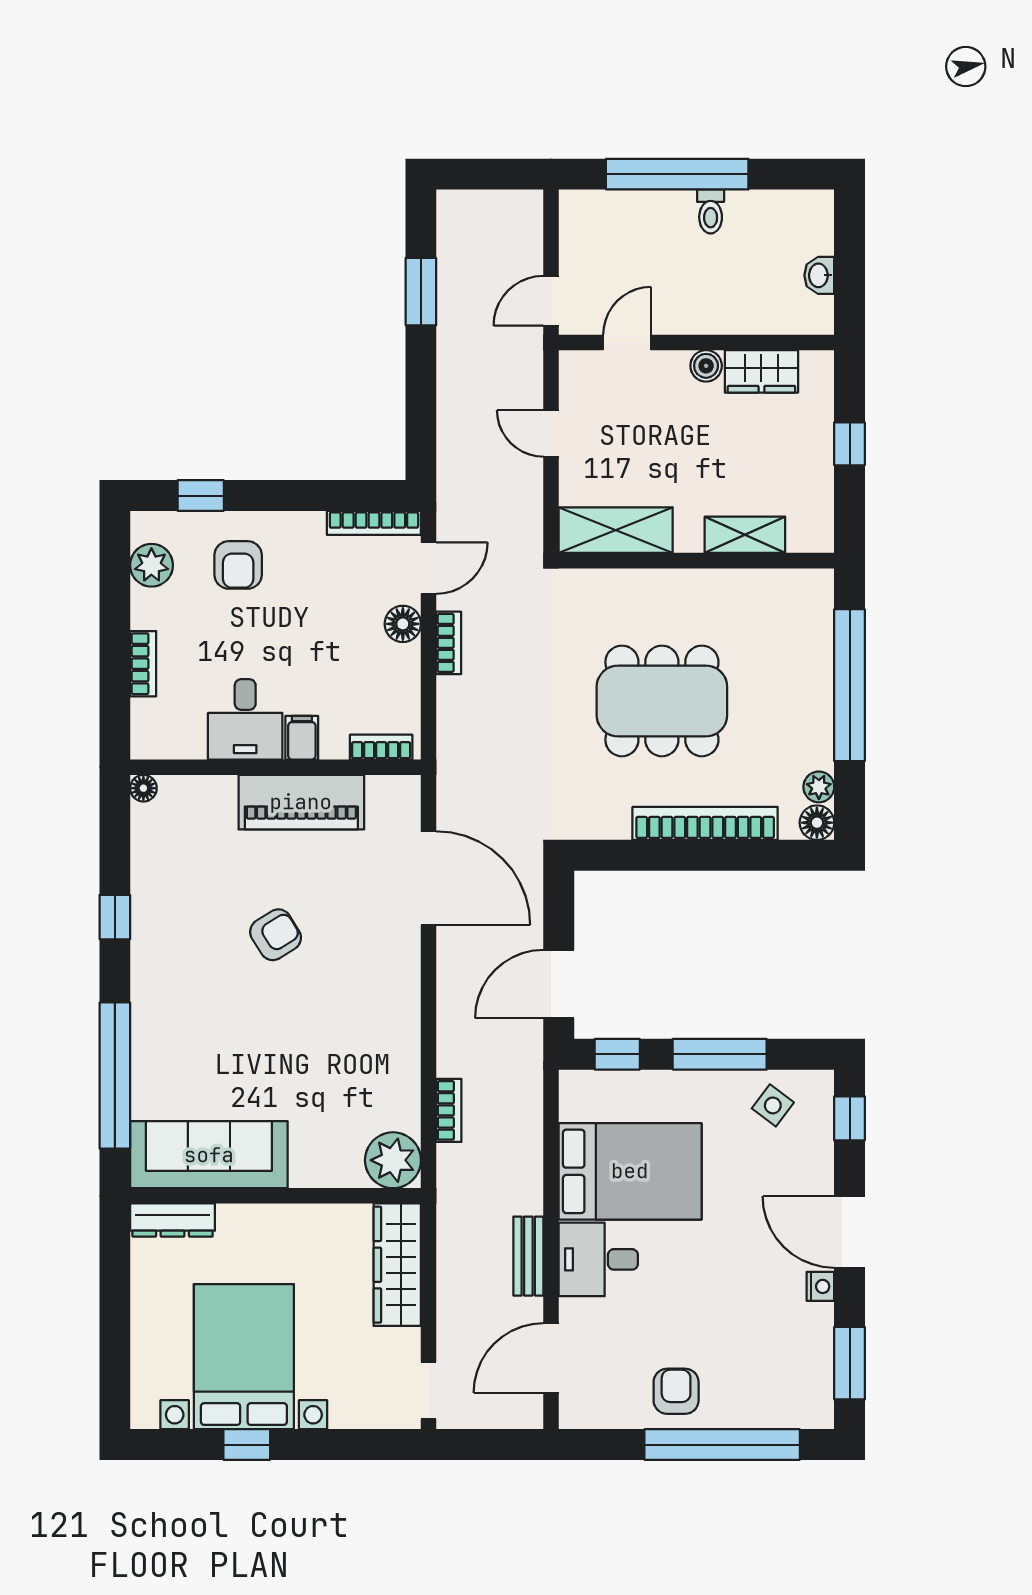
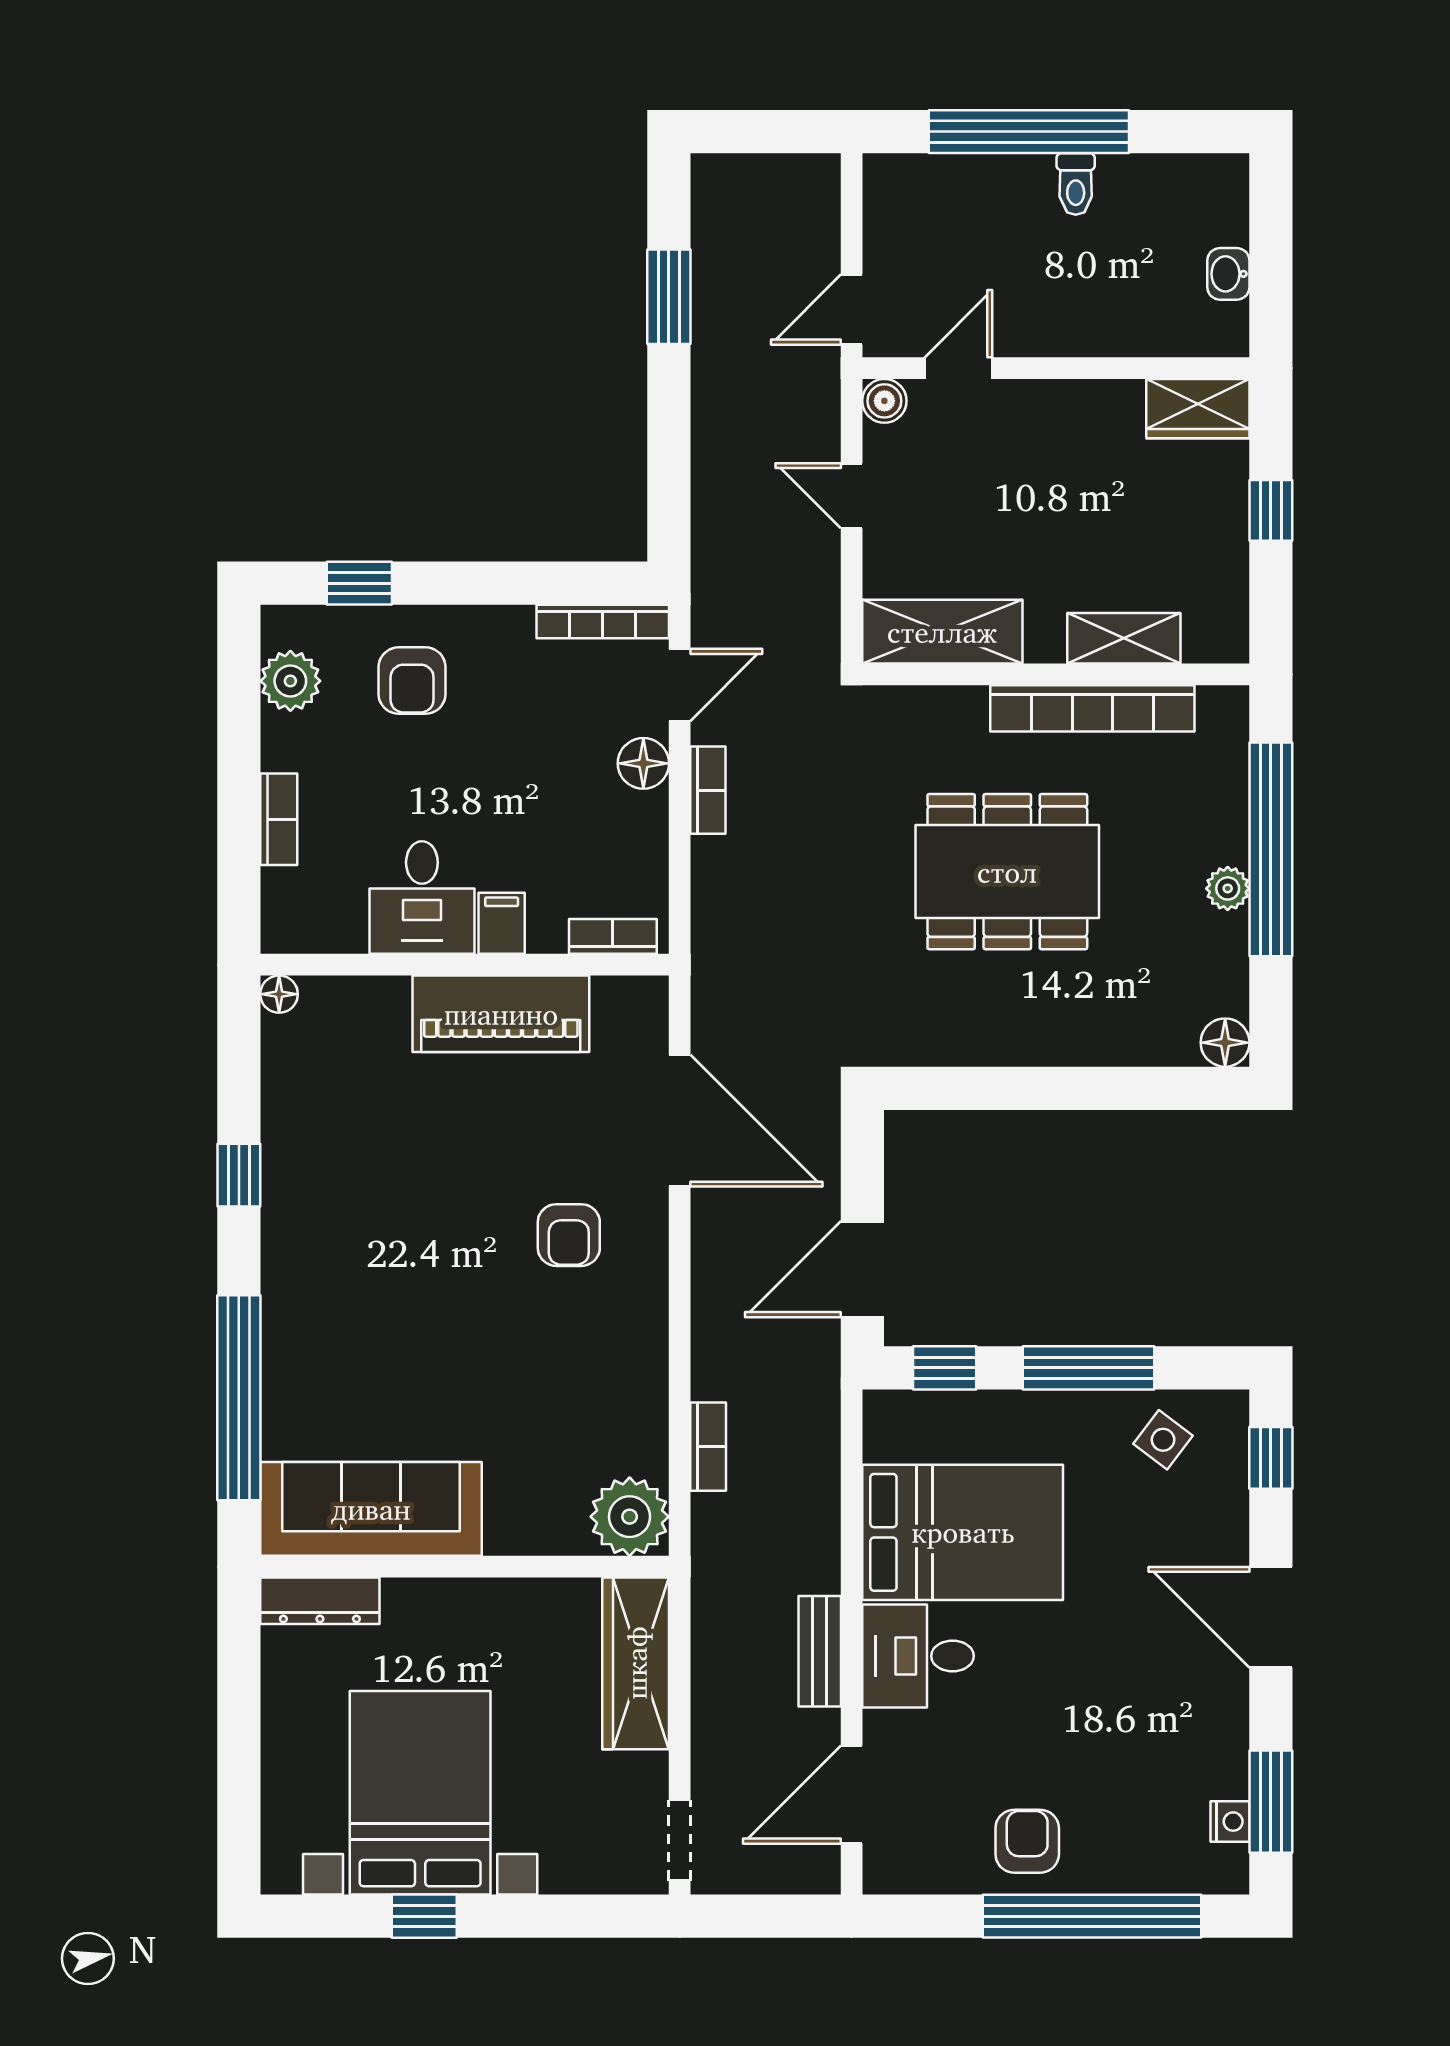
boiler: (706, 366) -> (884, 401), moved
wardrobe: (761, 371) -> (1198, 409), moved
plant: (819, 787) -> (1228, 888), moved
bookcase: (705, 823) -> (1092, 708), moved, turned 180
armchair: (276, 935) -> (569, 1235), moved, turned 122
nightstand: (820, 1286) -> (1230, 1822), moved

